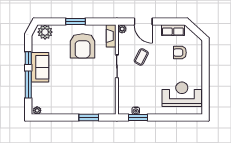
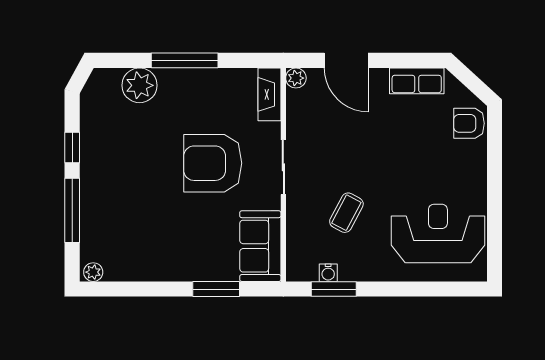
window: (76, 22) -> (185, 60), width x1.44
plant: (45, 32) -> (140, 85), moved
armchair: (83, 46) -> (213, 163), moved, turned 90
armchair: (180, 53) -> (469, 123), moved
coffee table: (141, 57) -> (346, 213), moved
sofa: (40, 67) -> (260, 246), moved, turned 180

